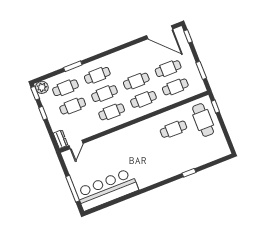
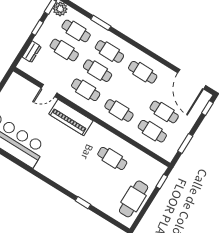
cafe table: (136, 81) -> (143, 72), moved
cafe table: (203, 120) -> (134, 199), moved
piano: (123, 137) -> (71, 117), added
dresser: (61, 139) -> (32, 52), moved
door: (76, 144) -> (49, 91), moved

